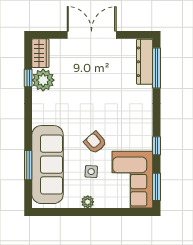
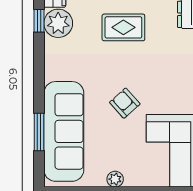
rug: (94, 83) -> (123, 27), added
side table: (91, 172) -> (120, 140), removed

